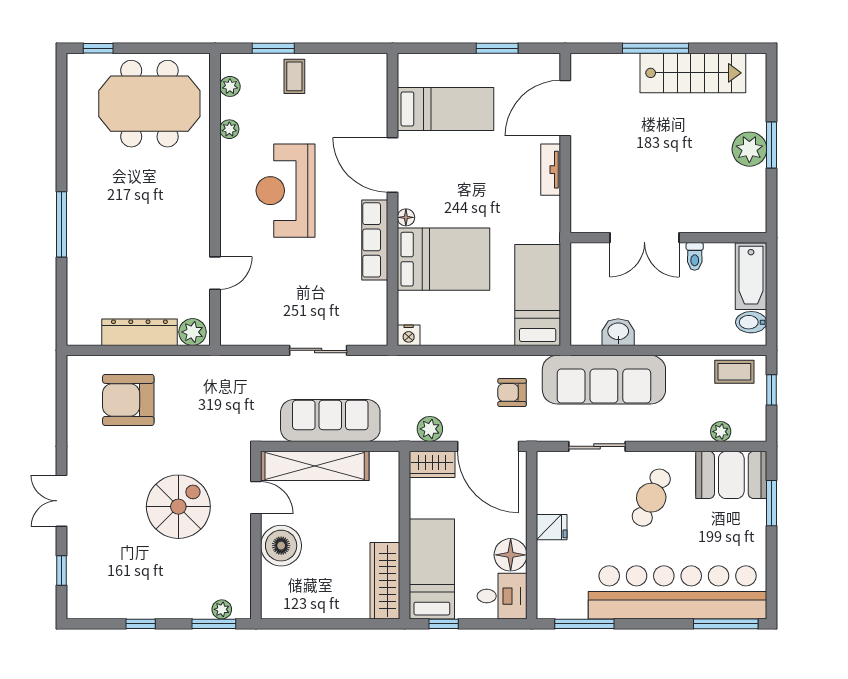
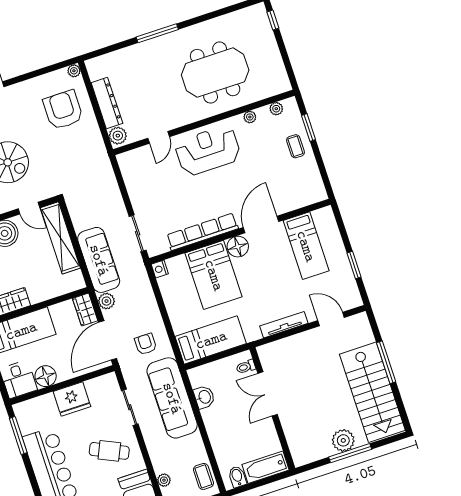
stairs: (693, 73) -> (372, 392), width x1.36, depth x1.51
coffee table: (294, 76) -> (295, 146), turned 90
meeting table: (149, 104) -> (215, 73), moved, turned 90
door: (565, 108) -> (331, 319), width x0.73
window: (771, 145) -> (350, 453), width x1.44
tv unit: (551, 170) -> (284, 325), width x1.41
reception desk: (286, 191) -> (208, 151), moved
floor lamp: (406, 217) -> (238, 247), width x1.89, depth x1.89
row of seats: (375, 240) -> (202, 232), width x1.36
toilet: (695, 256) -> (246, 367), moved
door: (215, 273) -> (159, 137), hinge flipped
sliding door: (318, 350) -> (138, 233), moved
plant: (76, 365) -> (74, 71), added
sofa: (330, 420) -> (99, 260), moved
door: (256, 498) -> (29, 208), hinge flipped
fridge: (552, 527) -> (72, 399), width x1.88, depth x1.34

